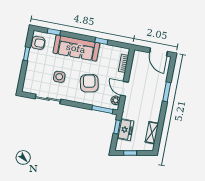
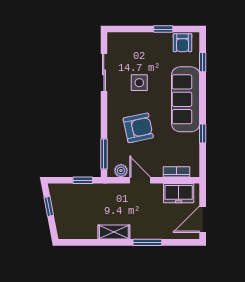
door: (124, 89) -> (140, 180), hinge flipped
freezer: (125, 130) -> (179, 193), moved
shelving: (152, 133) -> (114, 232), moved

